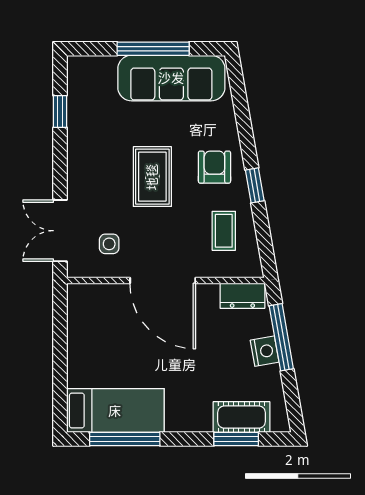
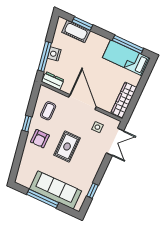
sofa: (171, 78) -> (55, 190), moved
wardrobe: (81, 323) -> (124, 100), added

